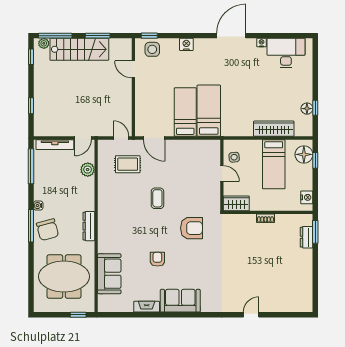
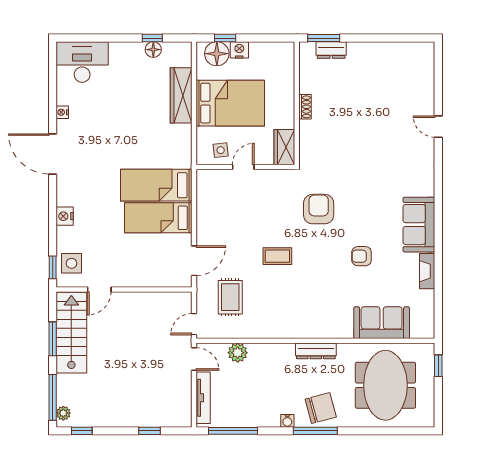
stairs: (79, 49) -> (71, 333), moved
desk: (286, 53) -> (82, 62), moved, turned 90
door: (121, 138) -> (194, 324), moved
bed: (274, 164) -> (230, 103), width x1.50
nightstand: (307, 197) -> (239, 50), moved

